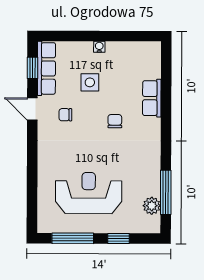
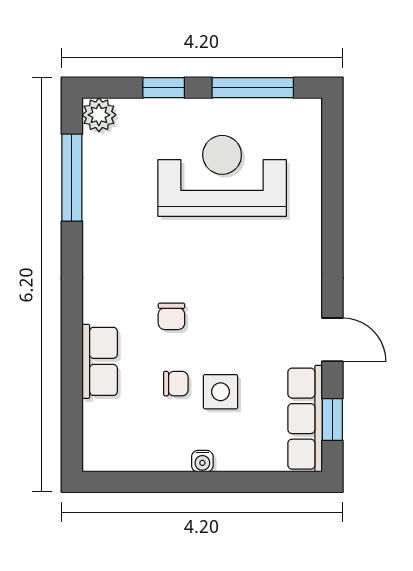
chair: (65, 115) -> (176, 384), moved
reception desk: (89, 193) -> (222, 176), turned 180
plant: (152, 206) -> (99, 115), moved

